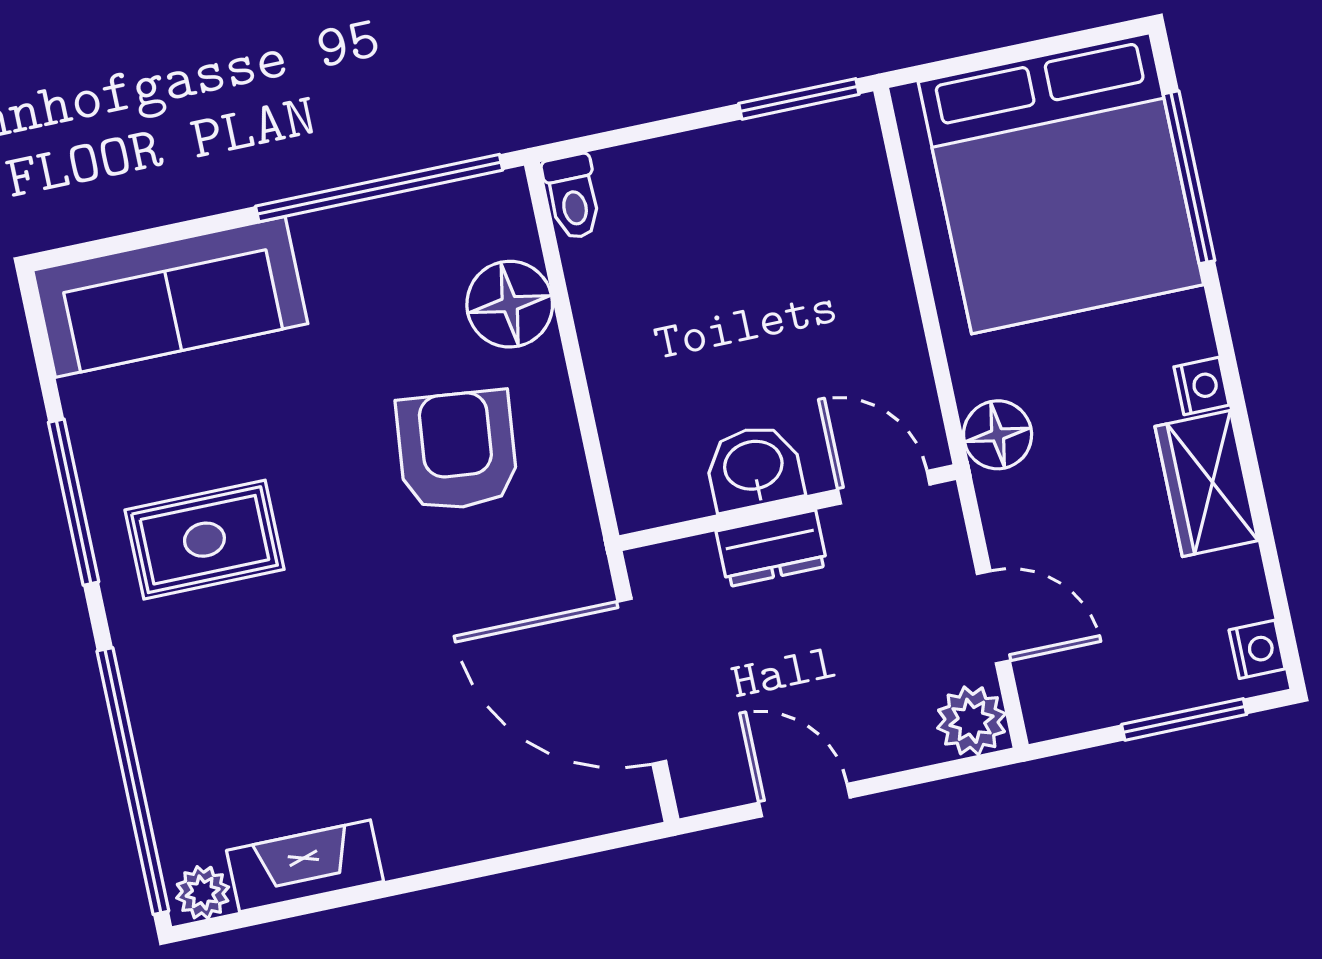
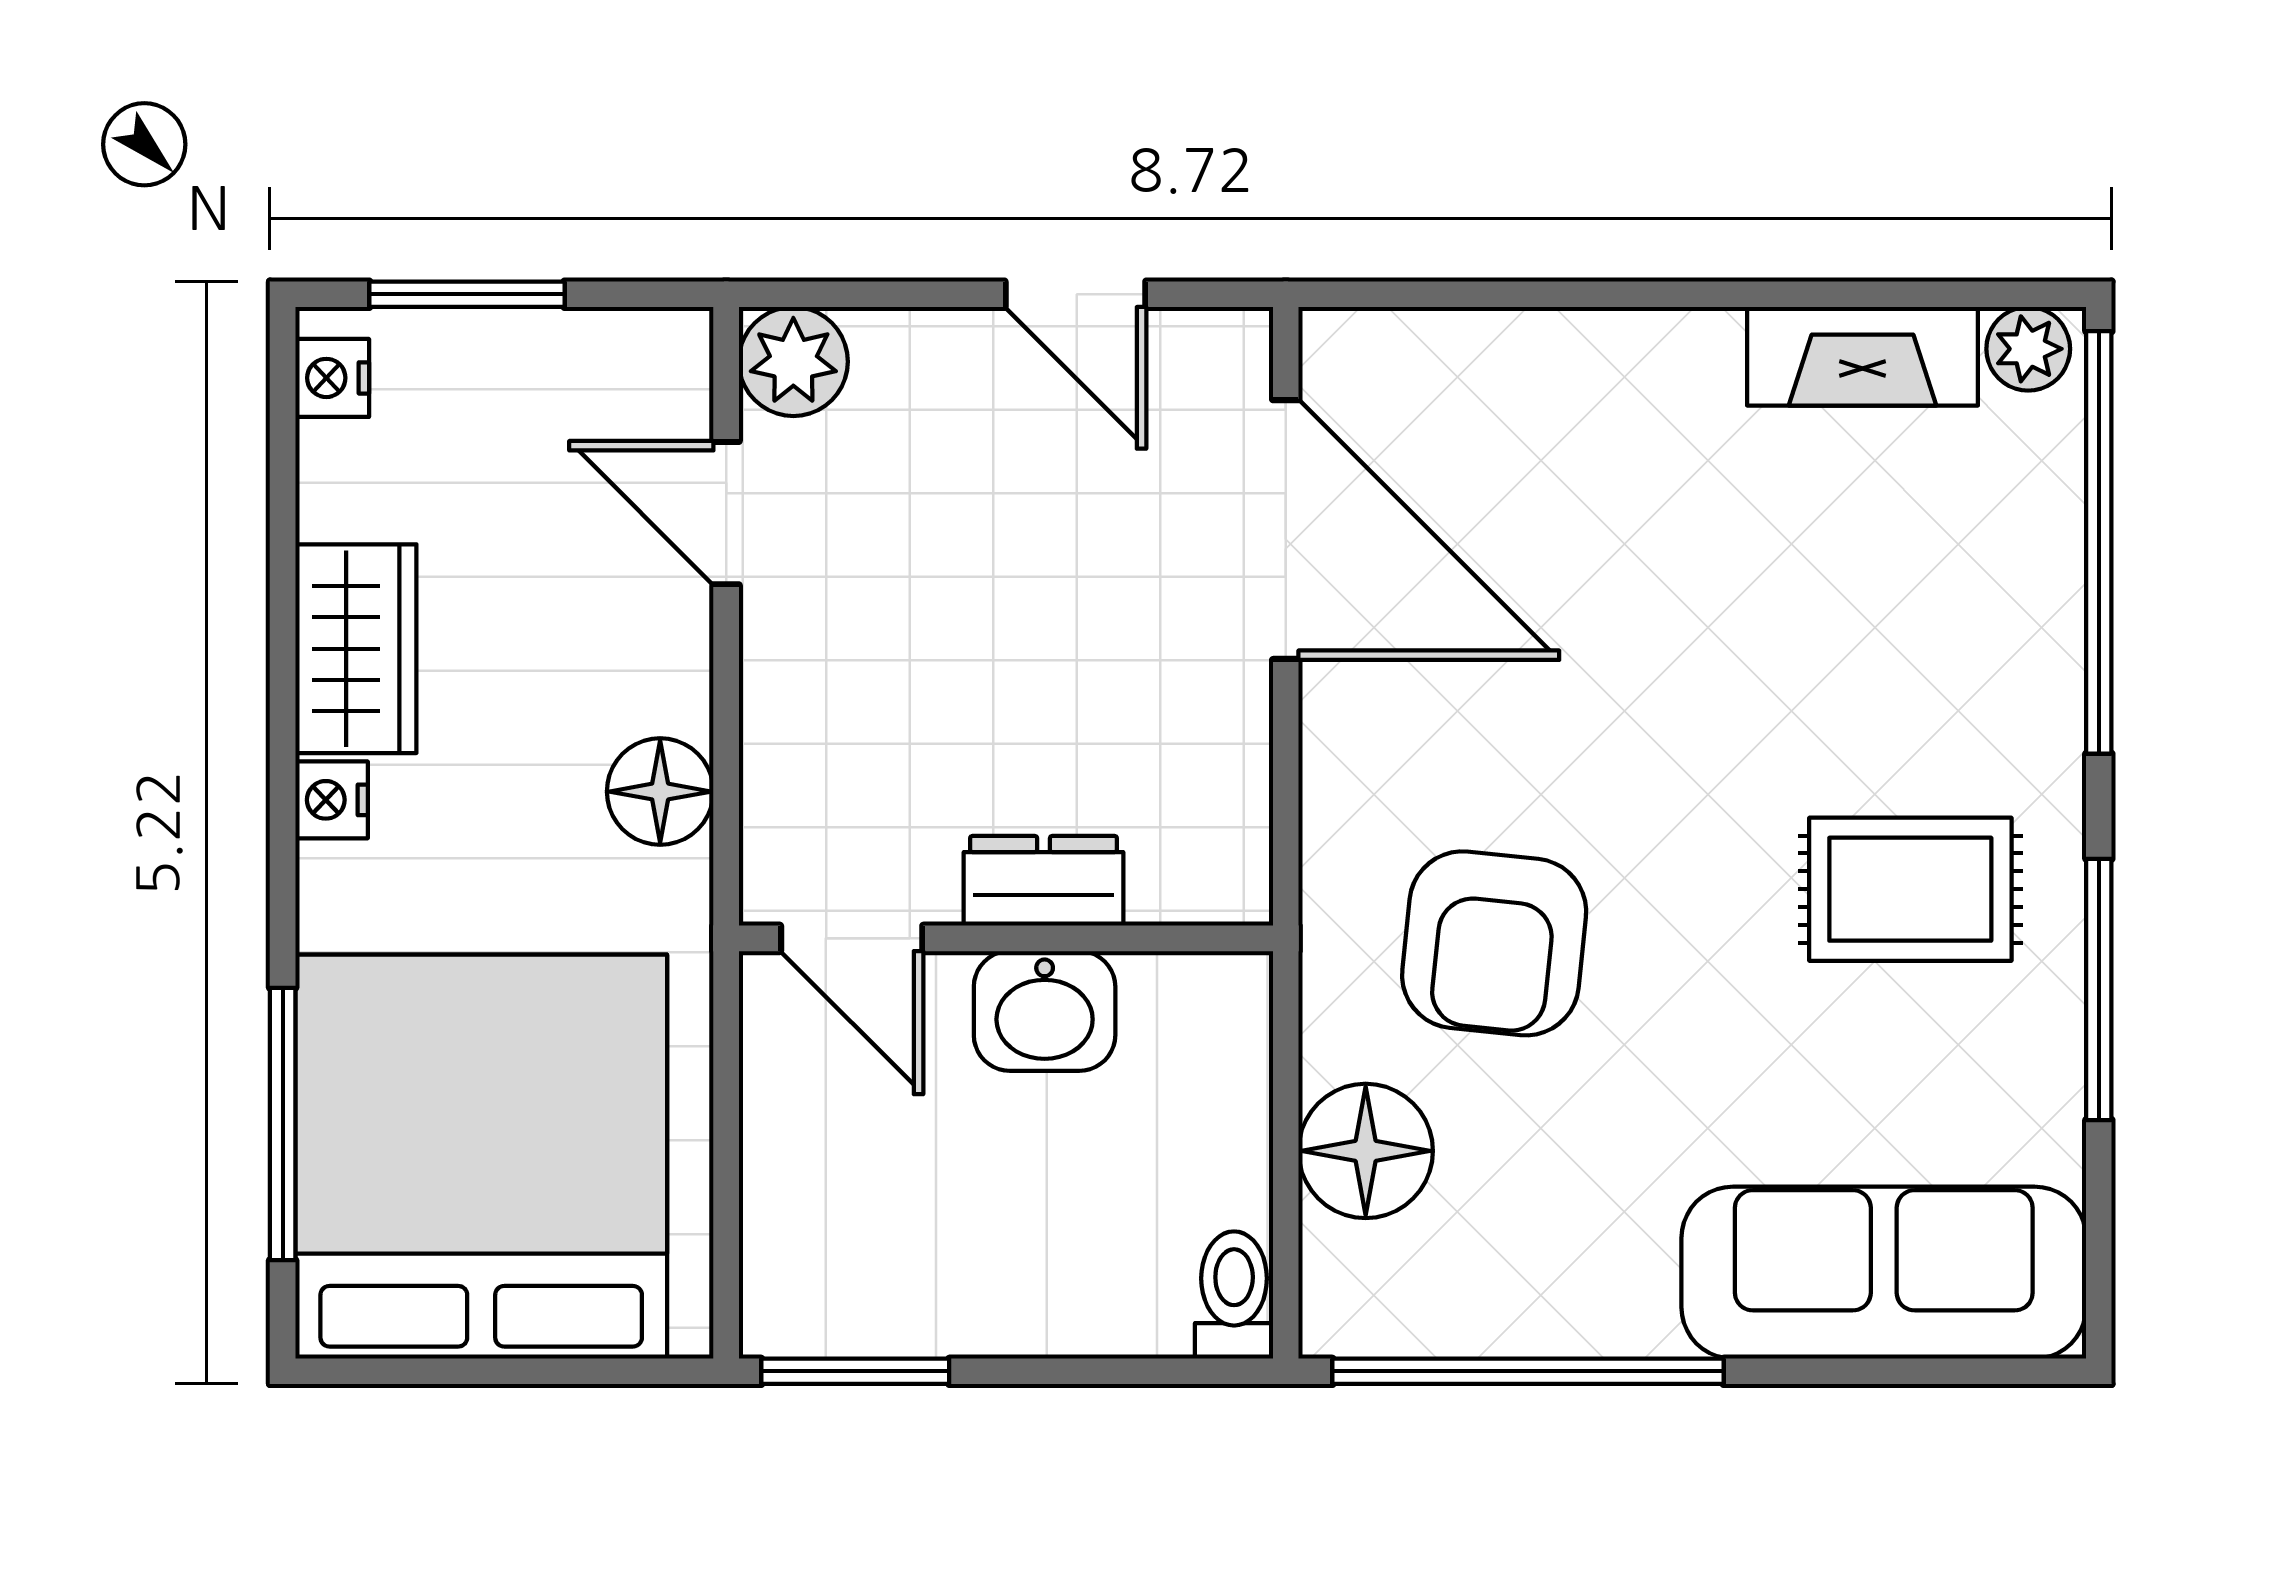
washbasin: (754, 467) -> (1045, 1011), moved
door: (884, 487) -> (852, 938), moved
wall: (788, 508) -> (1006, 938), moved
dresser: (772, 549) -> (1044, 881), moved

